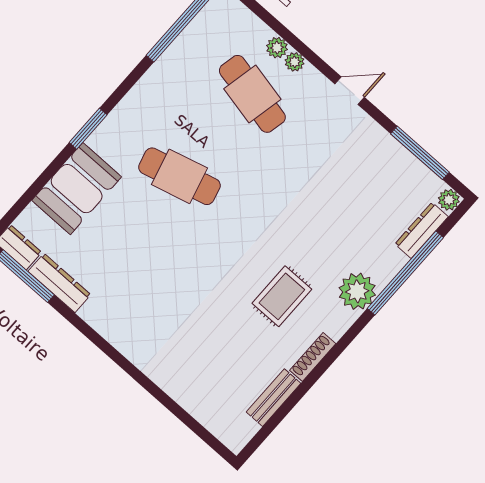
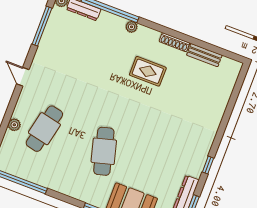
plant: (295, 62) -> (18, 112), removed
plant: (357, 291) -> (132, 27), width x0.53, depth x0.53
window: (93, 336) -> (208, 165), added

